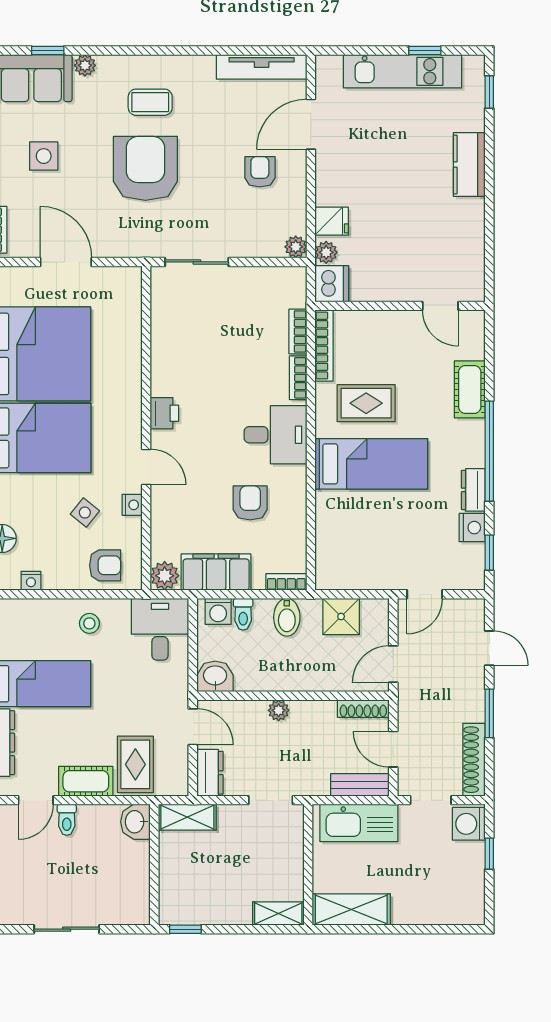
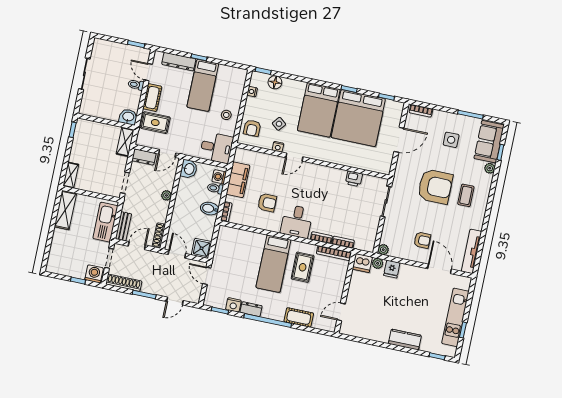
printer: (164, 413) -> (354, 179), moved
plant: (165, 576) -> (241, 155), removed
shower: (341, 616) -> (202, 248), moved

